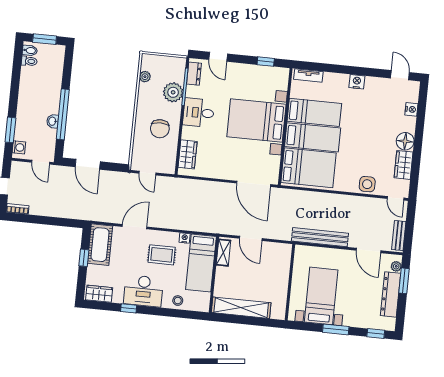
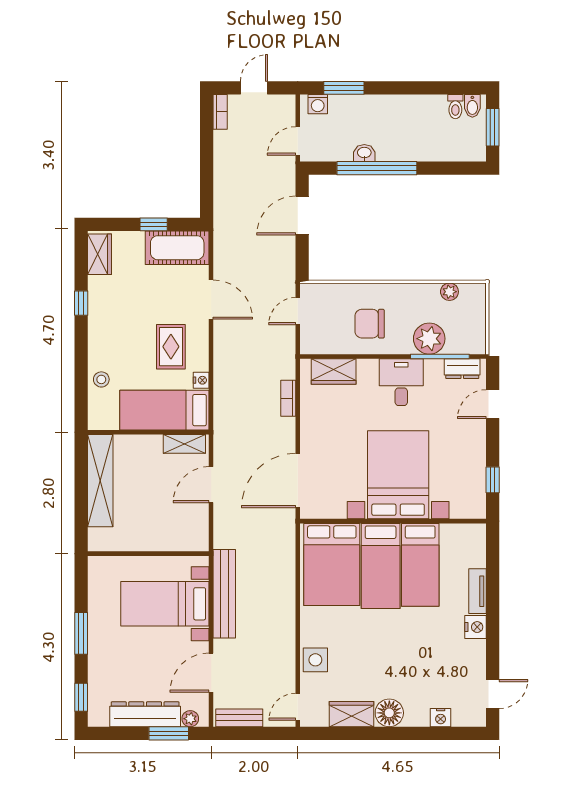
tv unit: (308, 75) -> (478, 591), moved
bookcase: (201, 185) -> (288, 398), added
desk: (143, 291) -> (111, 324), removed
bed with nightstands: (321, 296) -> (165, 604), moved, turned 180

